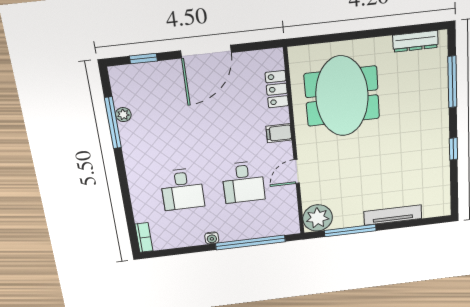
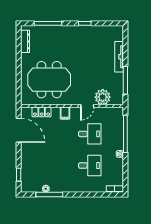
door: (206, 52) -> (19, 130), moved
door: (297, 171) -> (87, 106), hinge flipped
plant: (318, 218) -> (103, 97), moved

